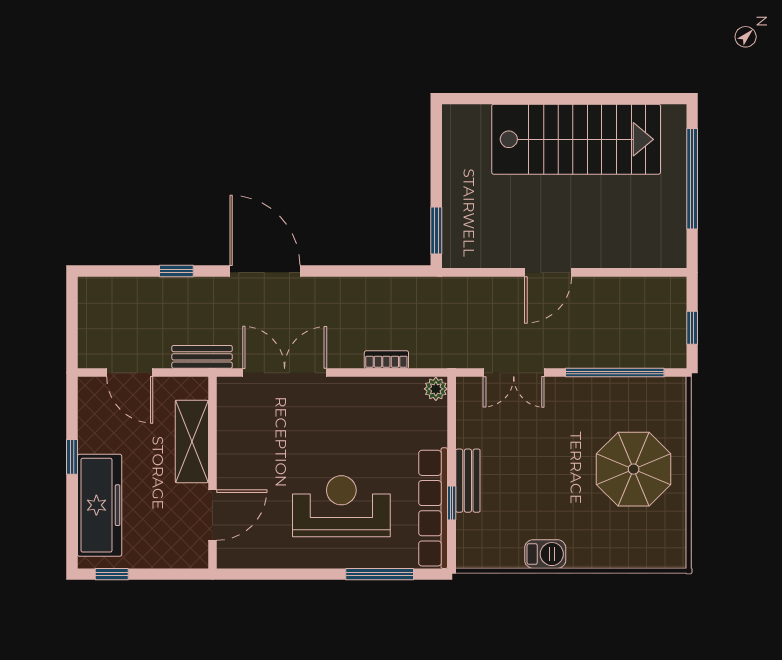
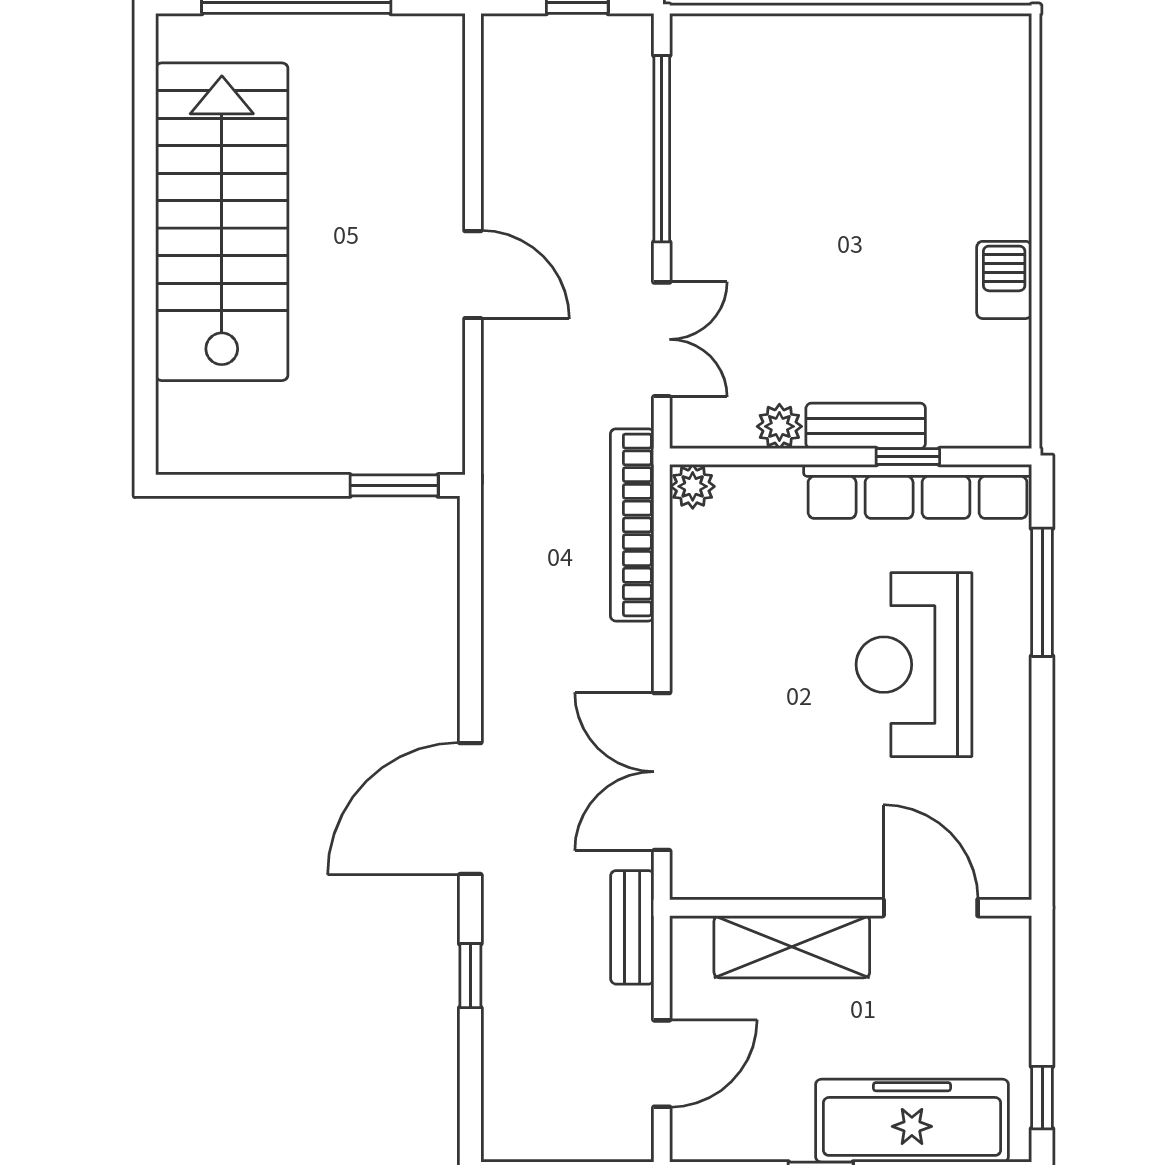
bookcase: (386, 360) -> (632, 525), width x2.31, depth x1.31
plant: (468, 435) -> (779, 426), added
parasol: (634, 469) -> (844, 113), removed

